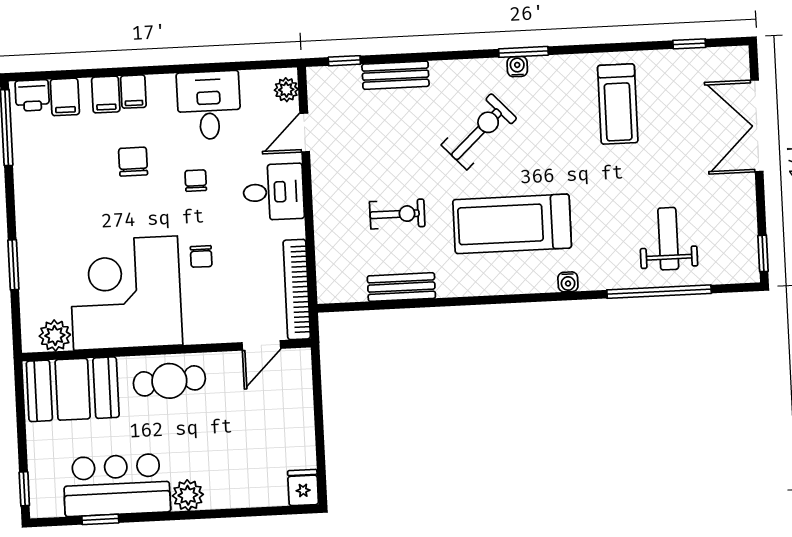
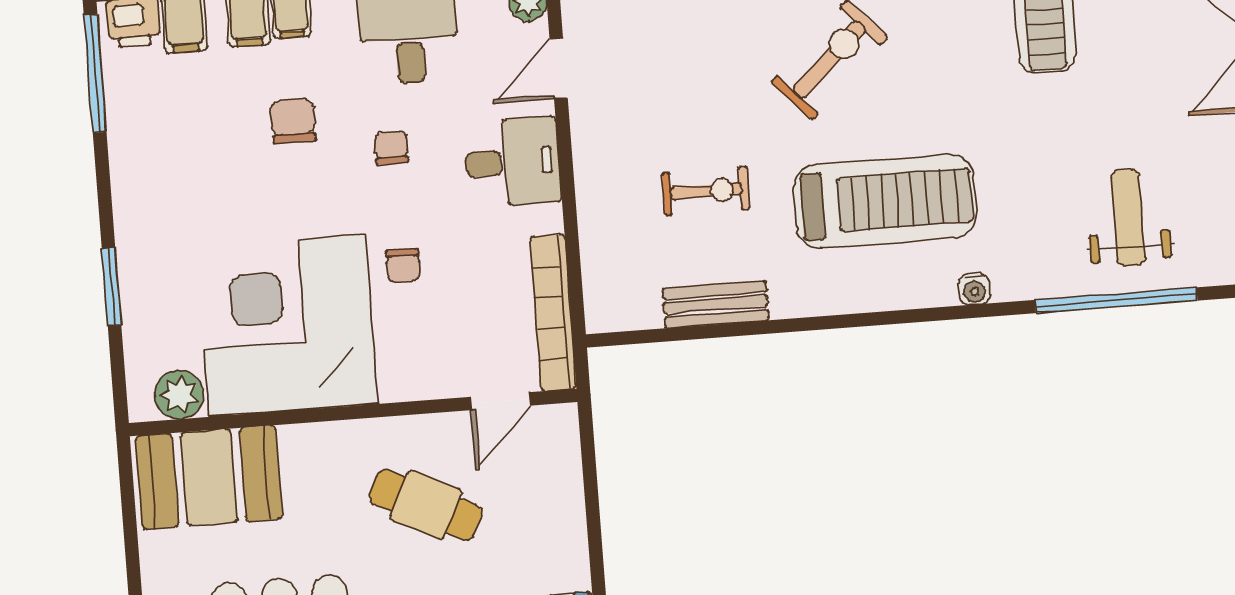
treadmill: (512, 224) -> (885, 201), turned 180
cafe table: (169, 381) -> (426, 505), moved, turned 30

